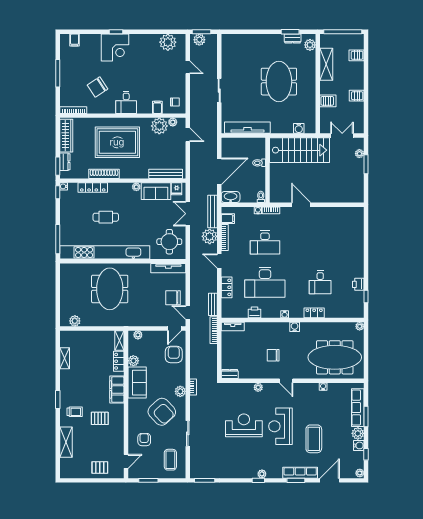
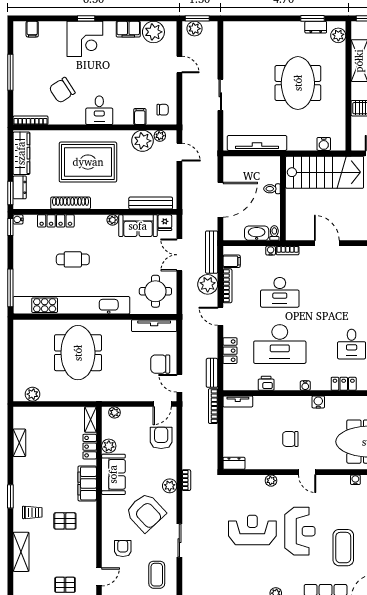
filing cabinet: (148, 40) -> (128, 29), added
washbasin: (231, 197) -> (257, 233), moved
reception desk: (280, 426) -> (300, 531), turned 180

